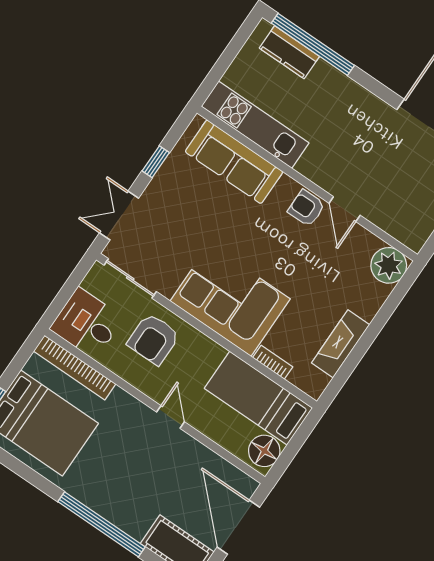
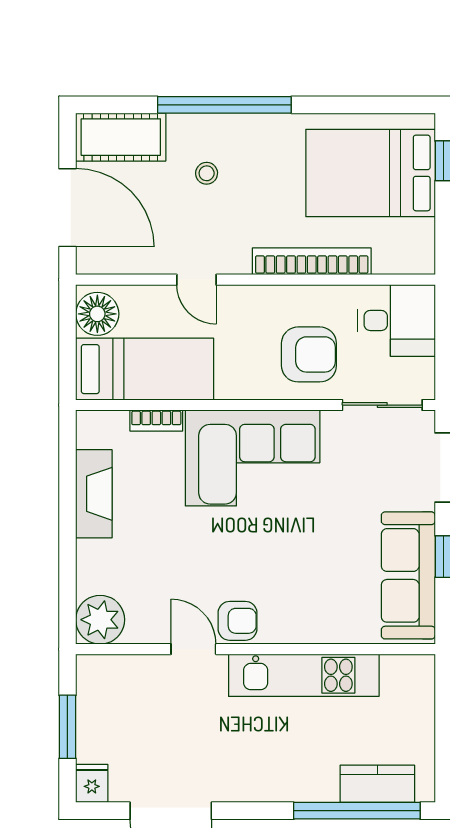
kitchen unit: (255, 125) -> (304, 675), moved
sofa: (234, 162) -> (408, 575), moved, turned -90
armchair: (153, 339) -> (309, 354), turned 90
bookcase: (75, 368) -> (312, 261), moved
door: (170, 417) -> (197, 280), moved
stool: (140, 490) -> (207, 173), added

